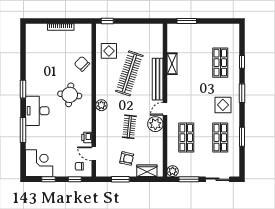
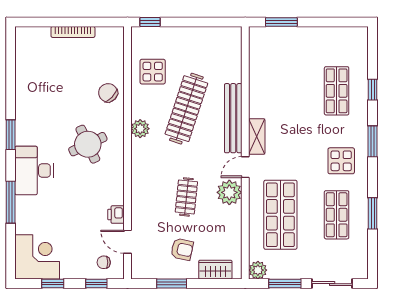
shelving: (172, 64) -> (257, 136), moved
round table: (70, 95) -> (88, 144), turned -32
plant: (101, 105) -> (140, 129), moved
shop shelf: (186, 138) -> (280, 215), width x1.43, depth x1.36

